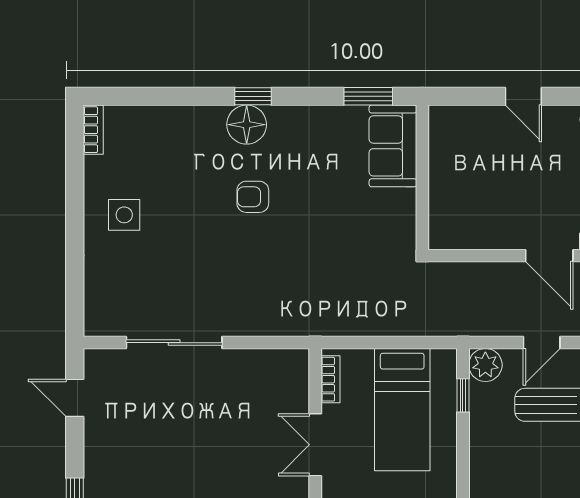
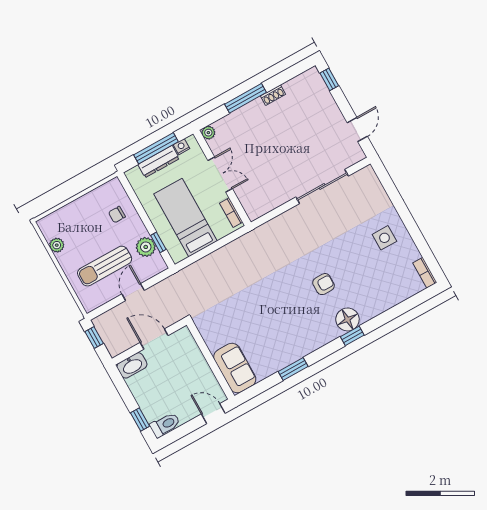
sofa: (393, 146) -> (235, 368), moved
wall: (422, 177) -> (211, 360), moved
plant: (485, 365) -> (146, 247), moved
door: (75, 398) -> (357, 129), hinge flipped
chair: (501, 471) -> (117, 215), added

